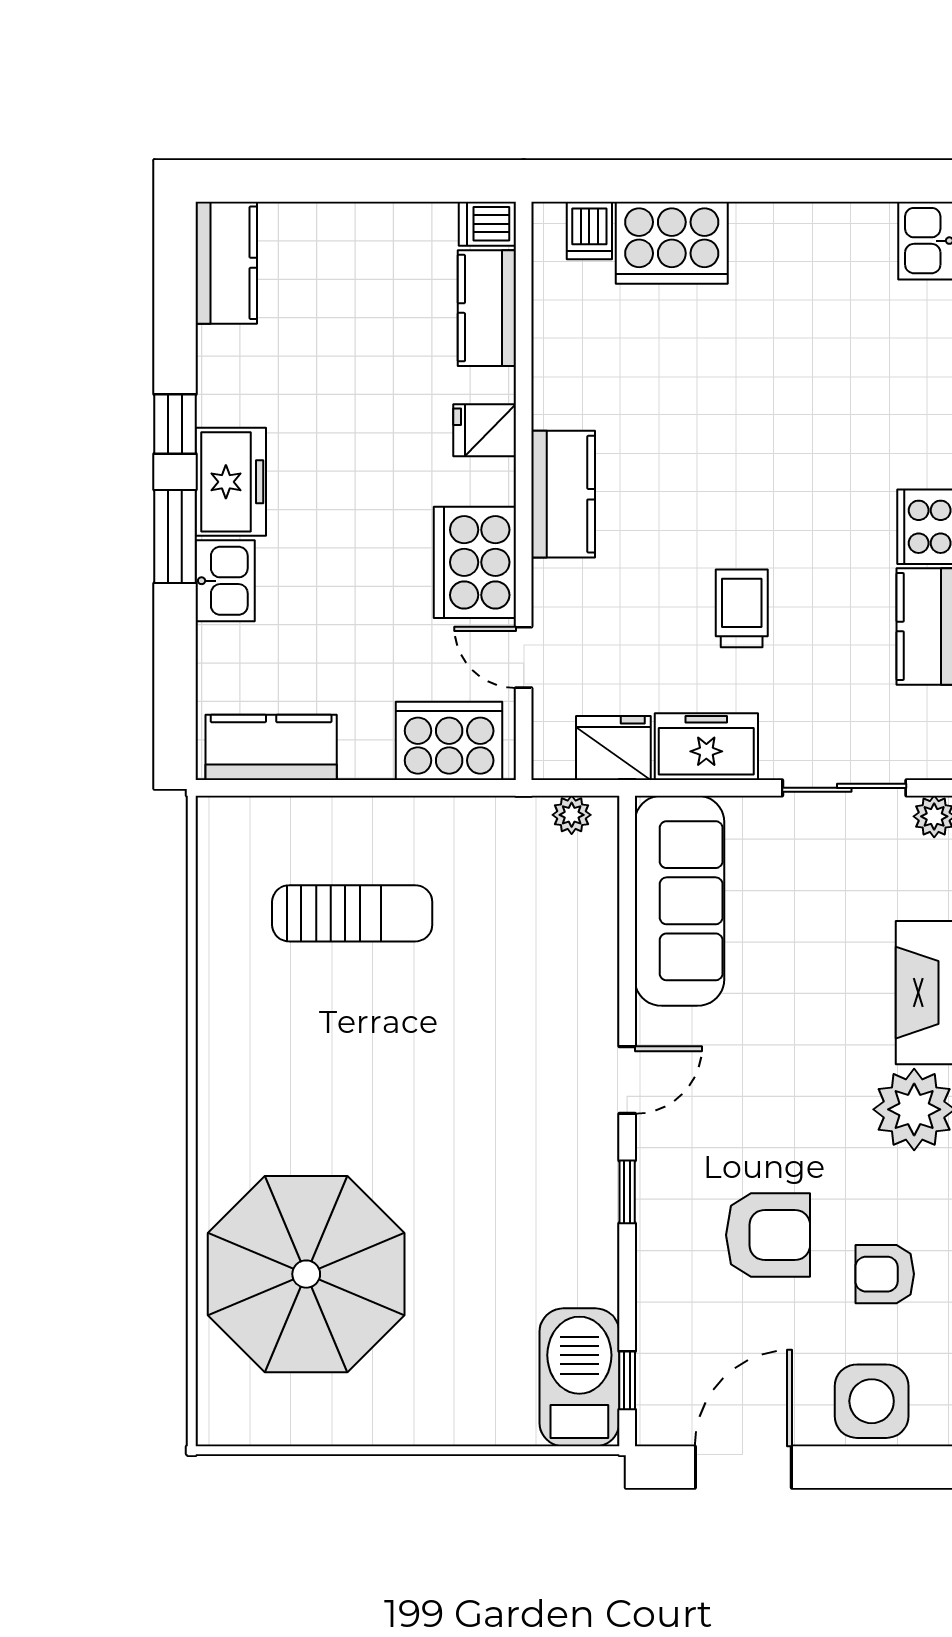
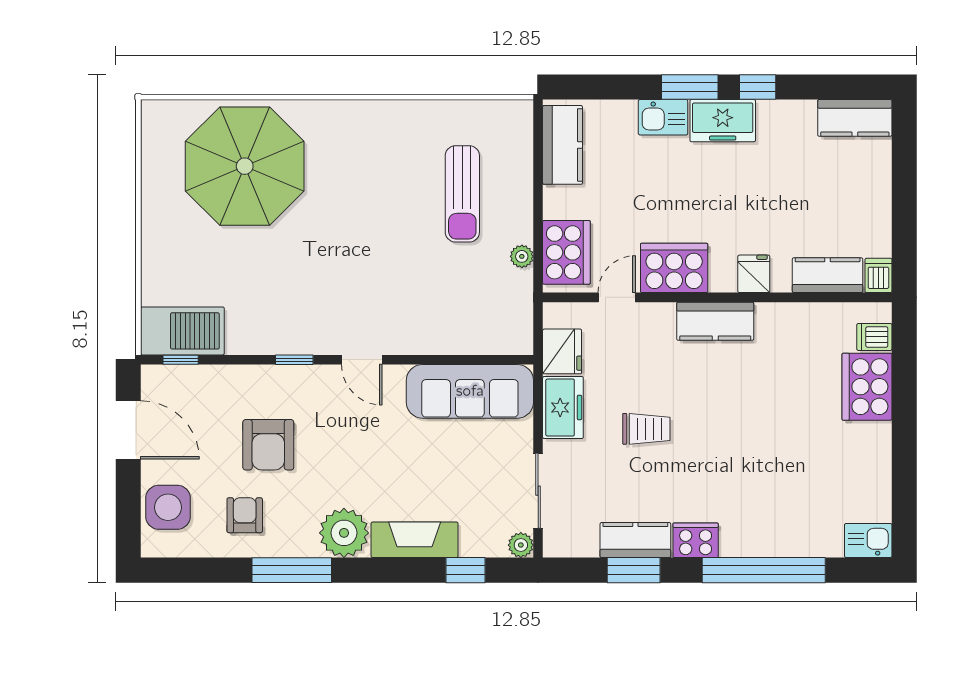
plant: (572, 815) -> (522, 256), moved

